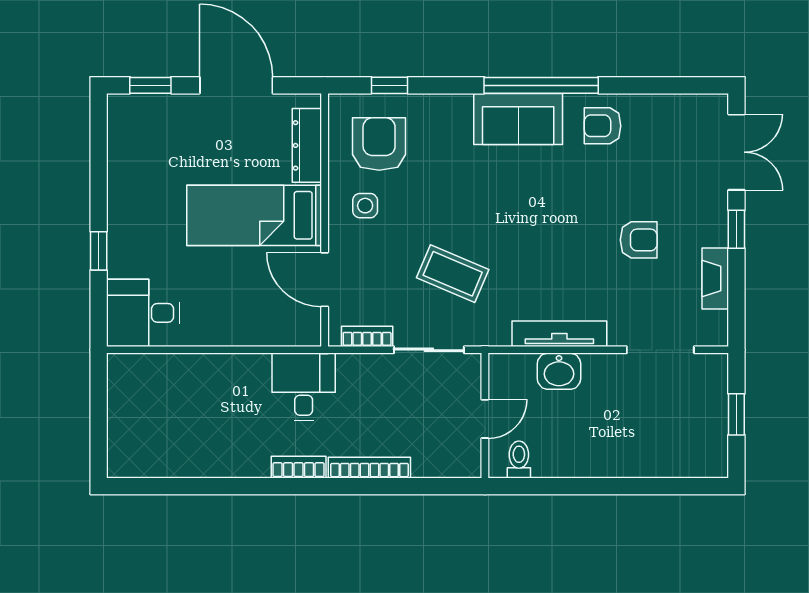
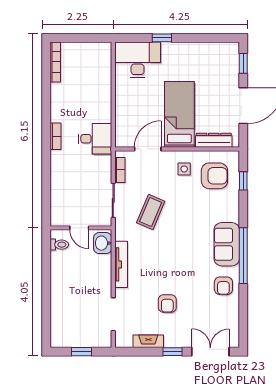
armchair: (603, 126) -> (223, 286), turned 180
double door: (736, 152) -> (210, 352), swing flipped
desk: (143, 313) -> (138, 60), width x1.37
washbasin: (559, 371) -> (103, 243), moved
bookcase: (369, 468) -> (55, 62), moved

